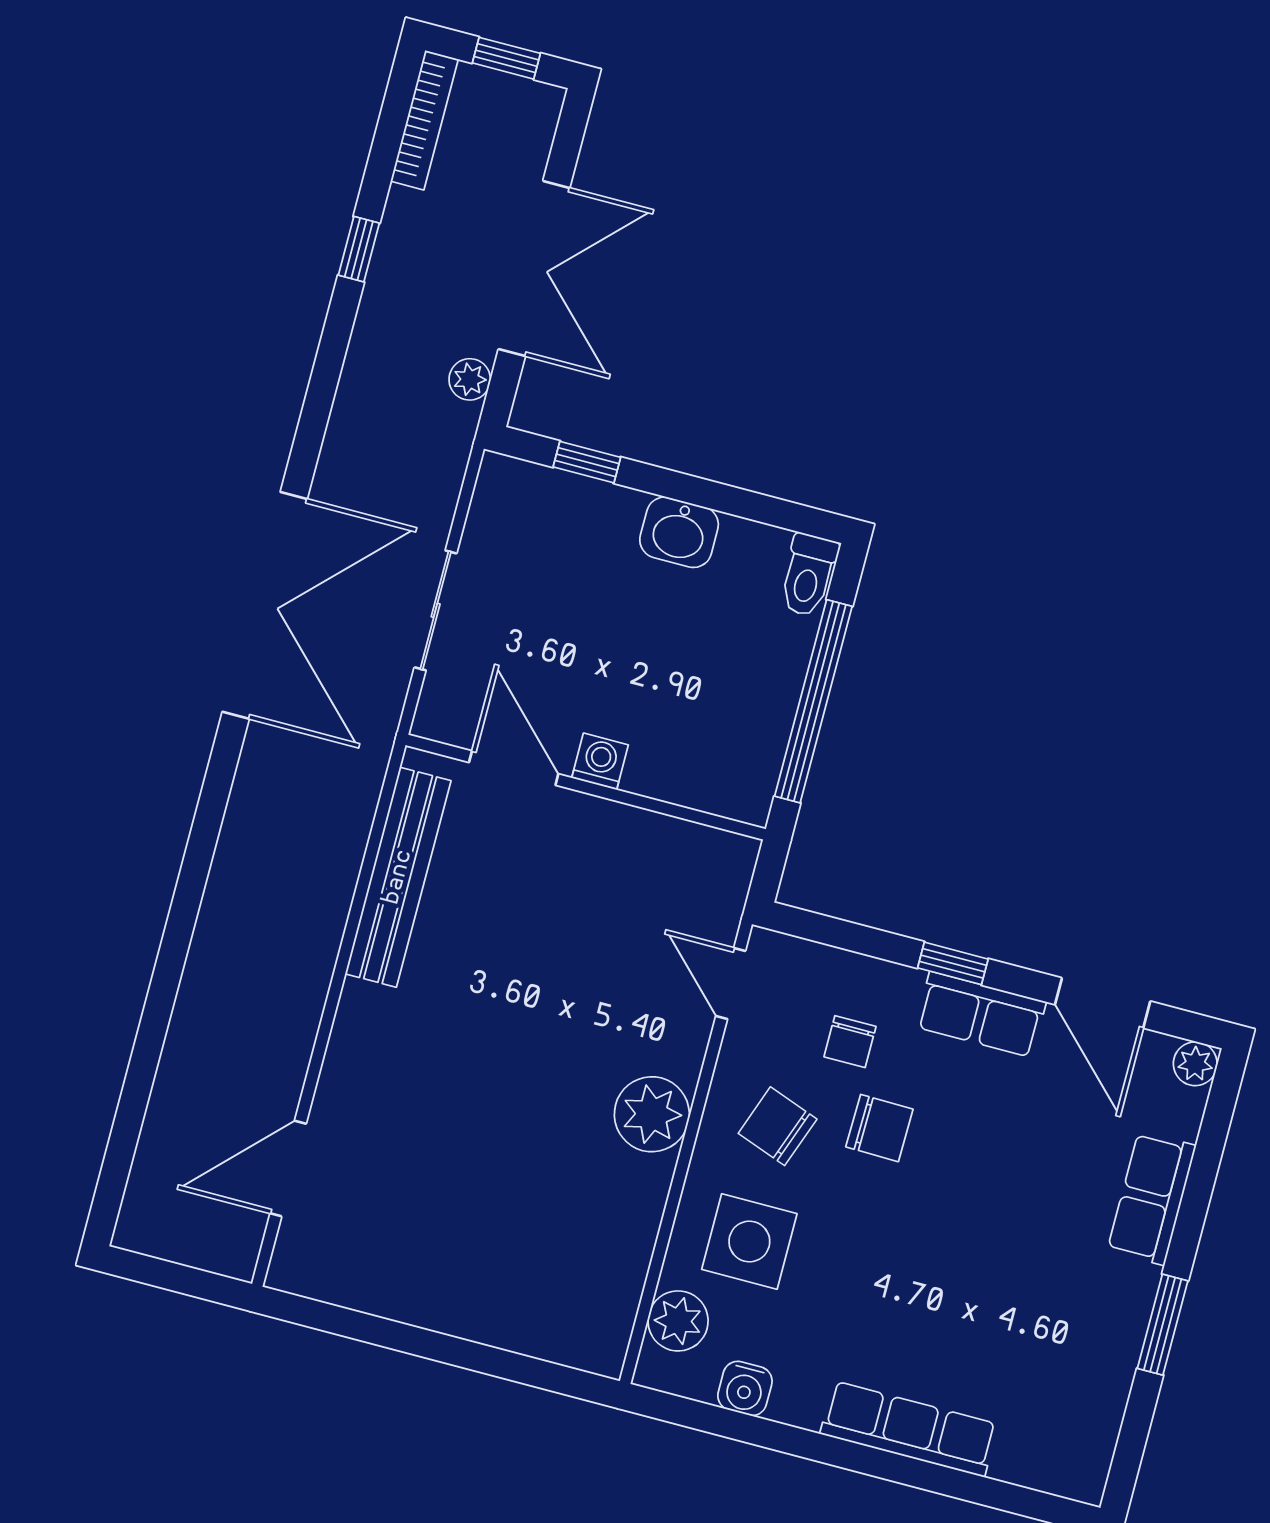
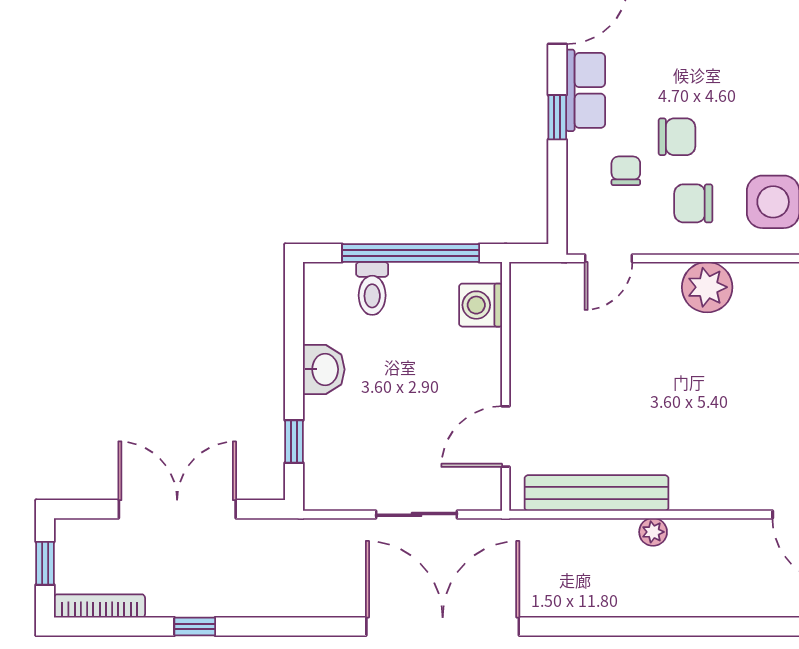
plant: (470, 379) -> (653, 532), moved
toilet: (808, 575) -> (372, 288), moved, turned 90
washing machine: (600, 761) -> (481, 305), moved, width x1.38, depth x1.38
chair: (850, 1042) -> (626, 171), turned -90
chair: (778, 1126) -> (693, 203), turned 70
chair: (879, 1128) -> (677, 137), turned 89

